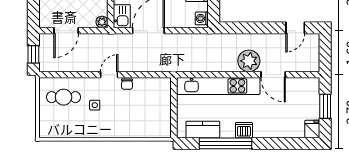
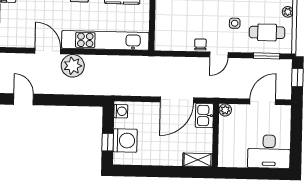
door: (295, 28) -> (24, 99), hinge flipped
window: (63, 75) -> (267, 56), added
plant: (44, 117) -> (288, 12), added

